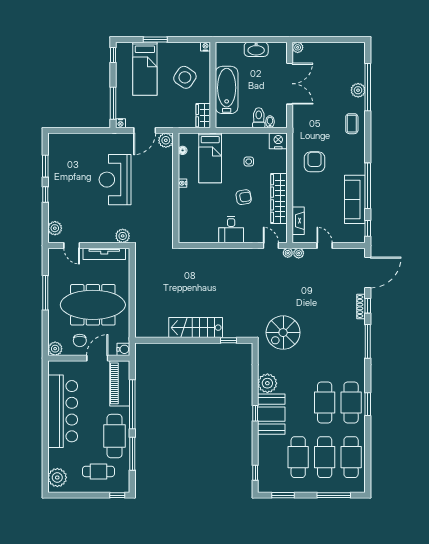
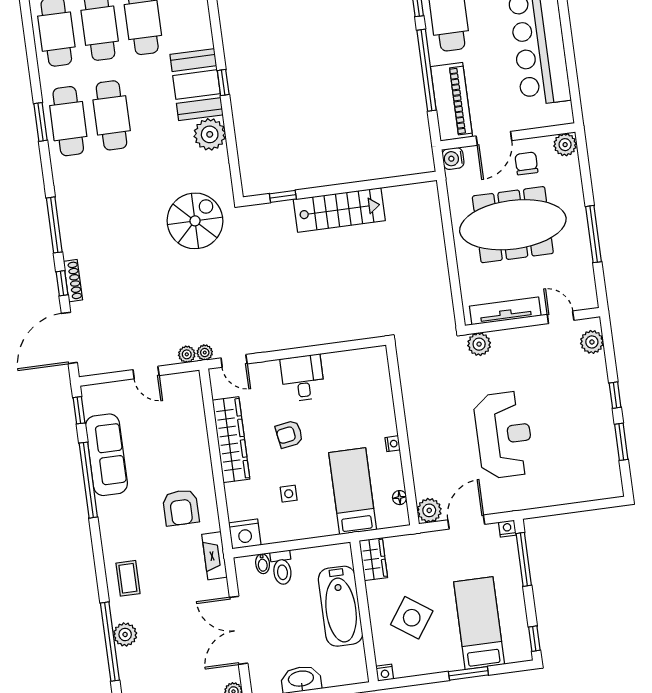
fireplace: (298, 221) -> (214, 556), moved

